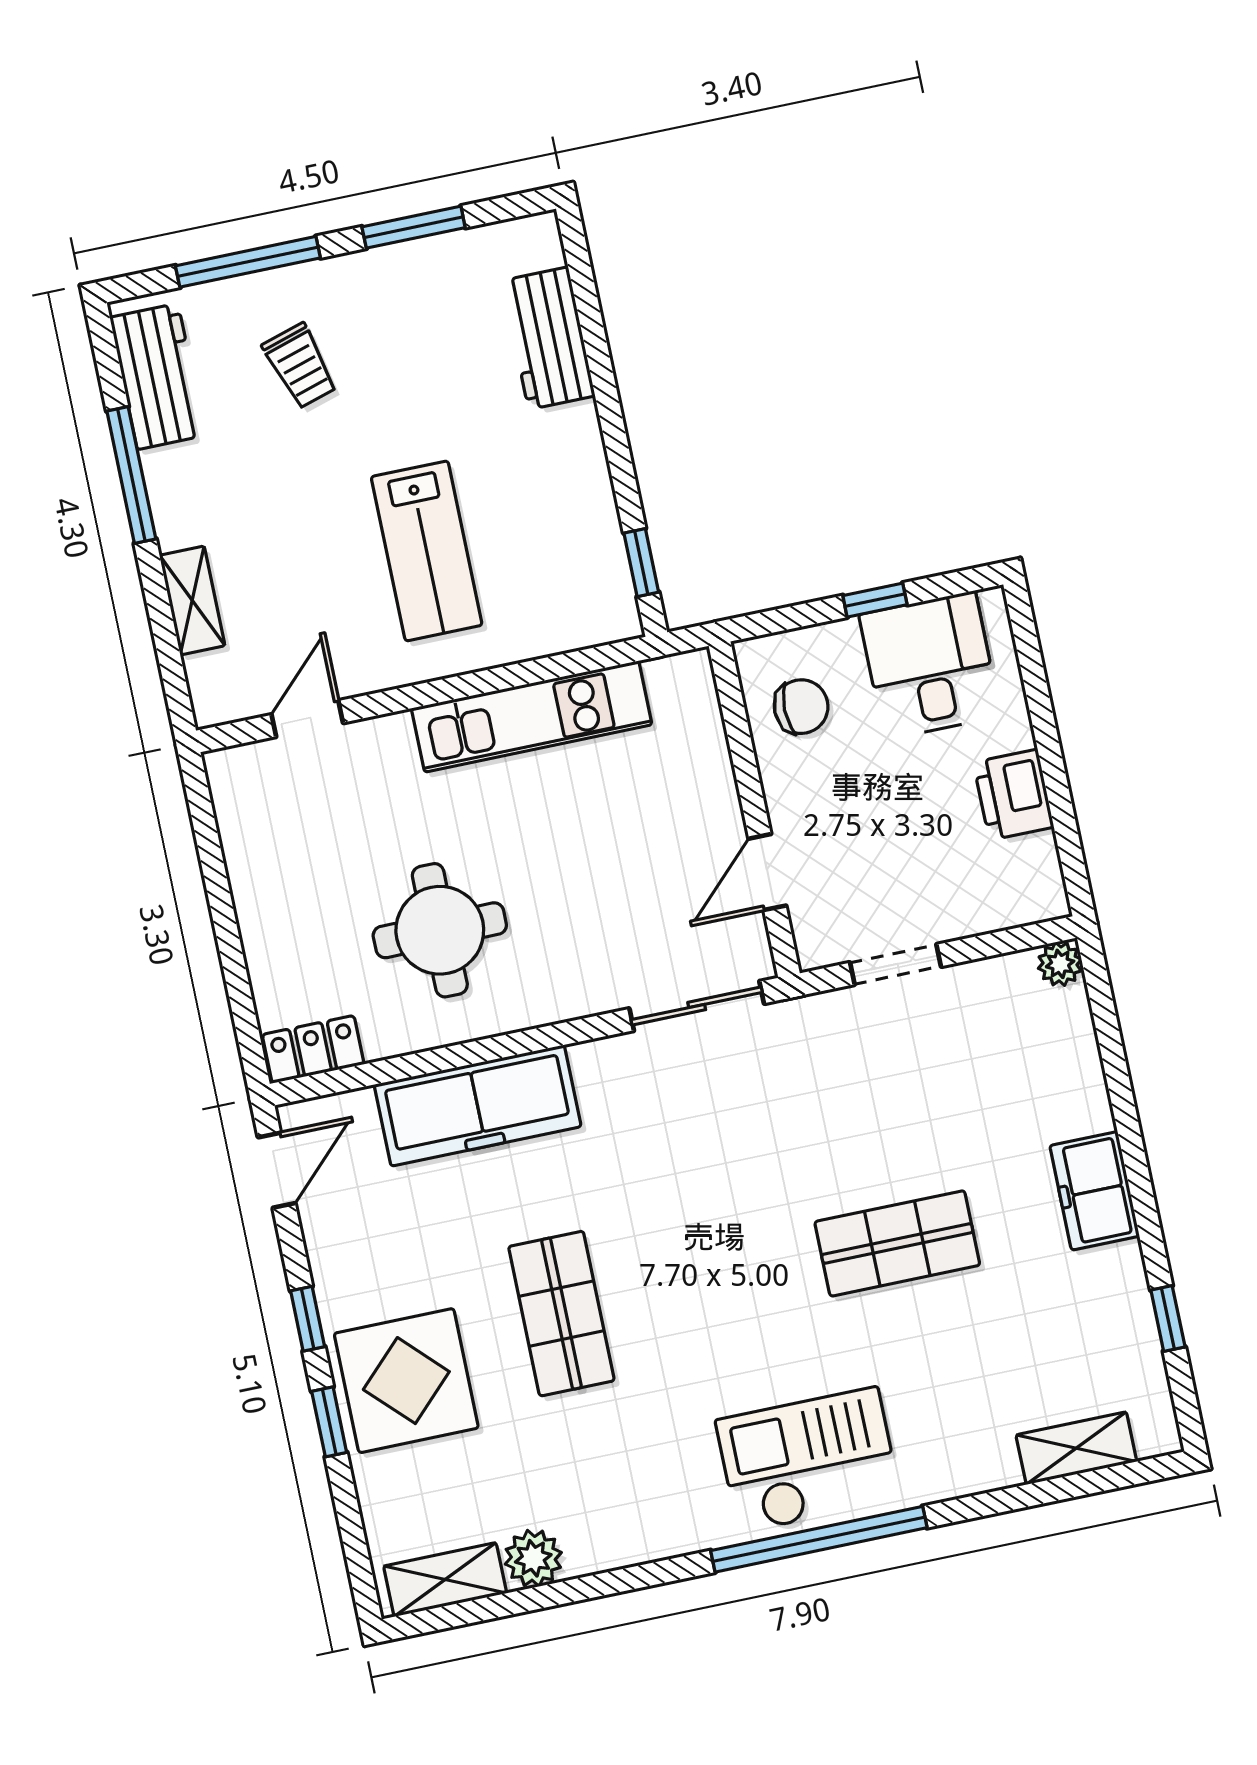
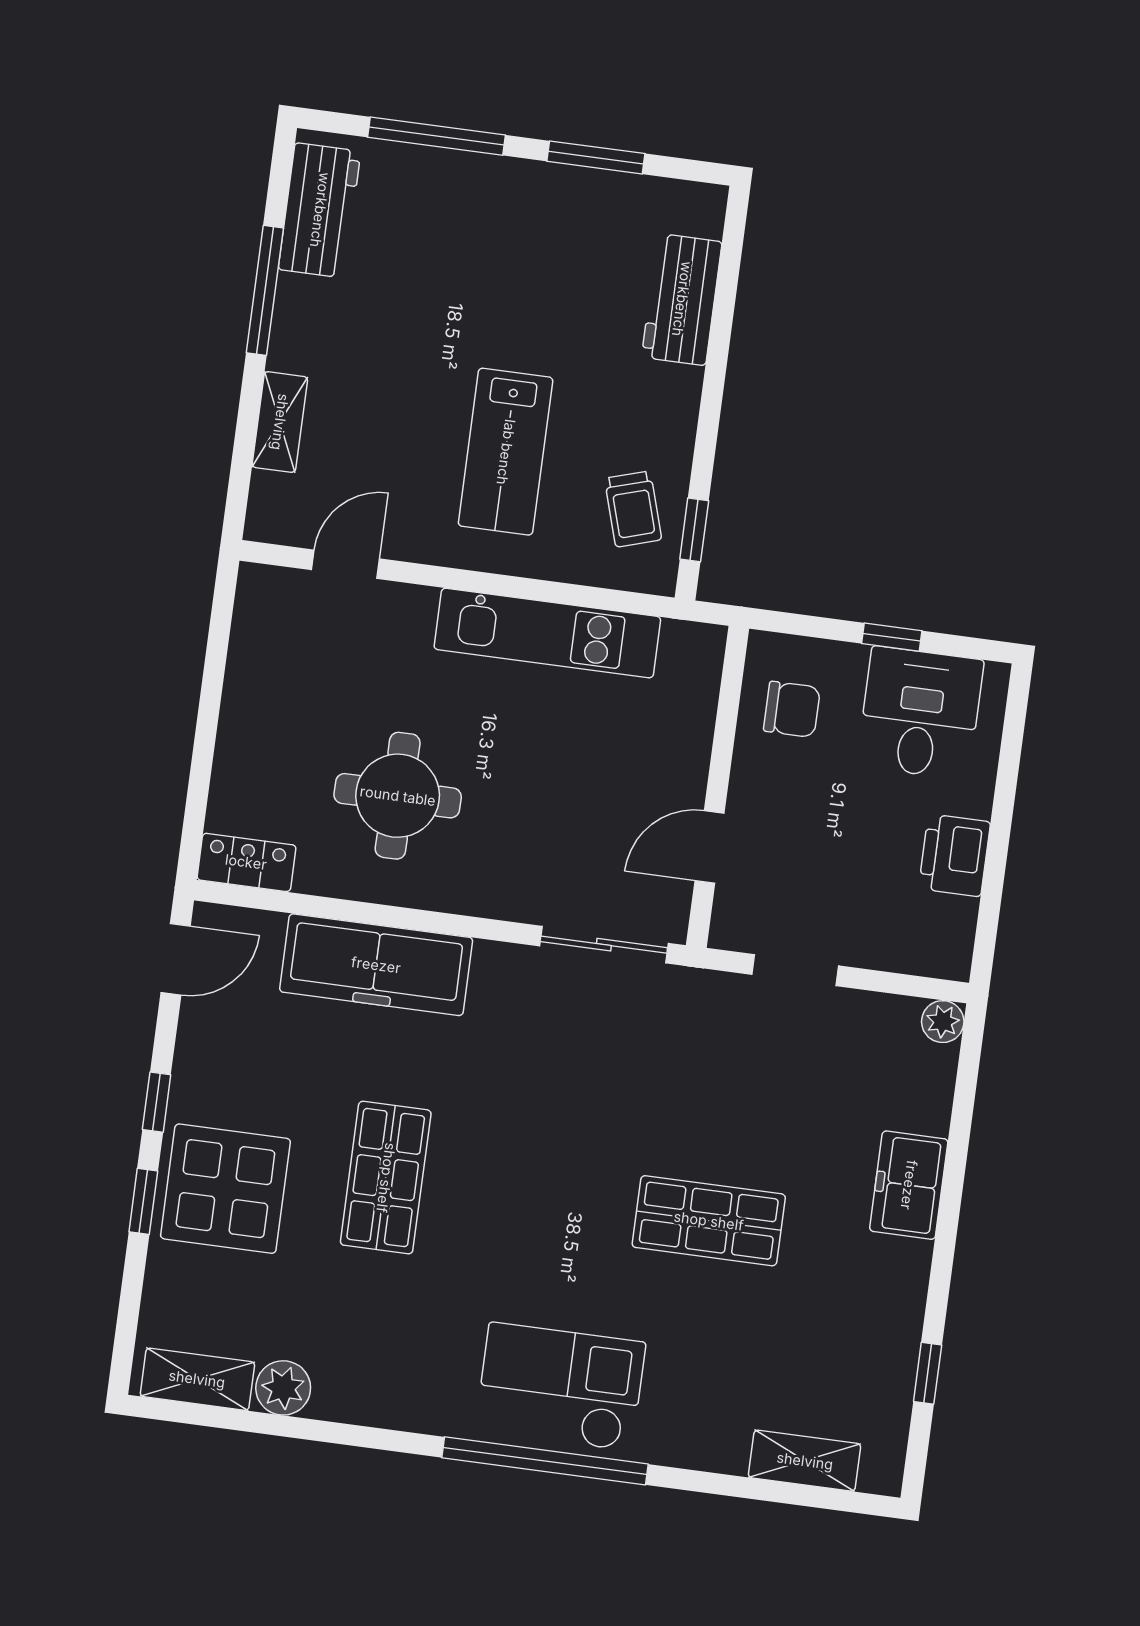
trolley: (300, 366) -> (633, 509), moved
freezer: (1095, 1191) -> (909, 1185), moved

